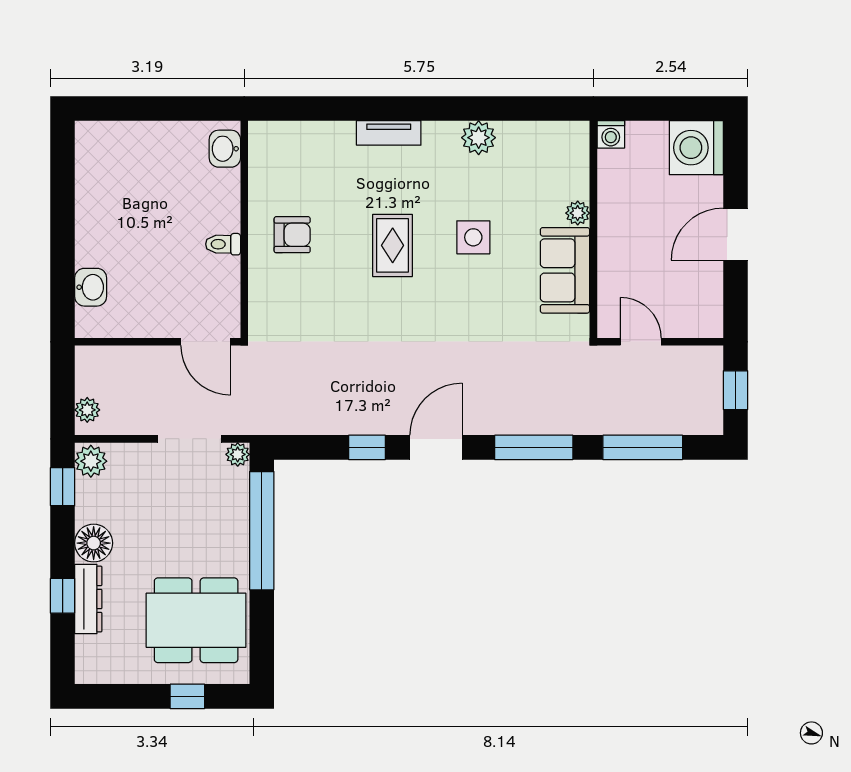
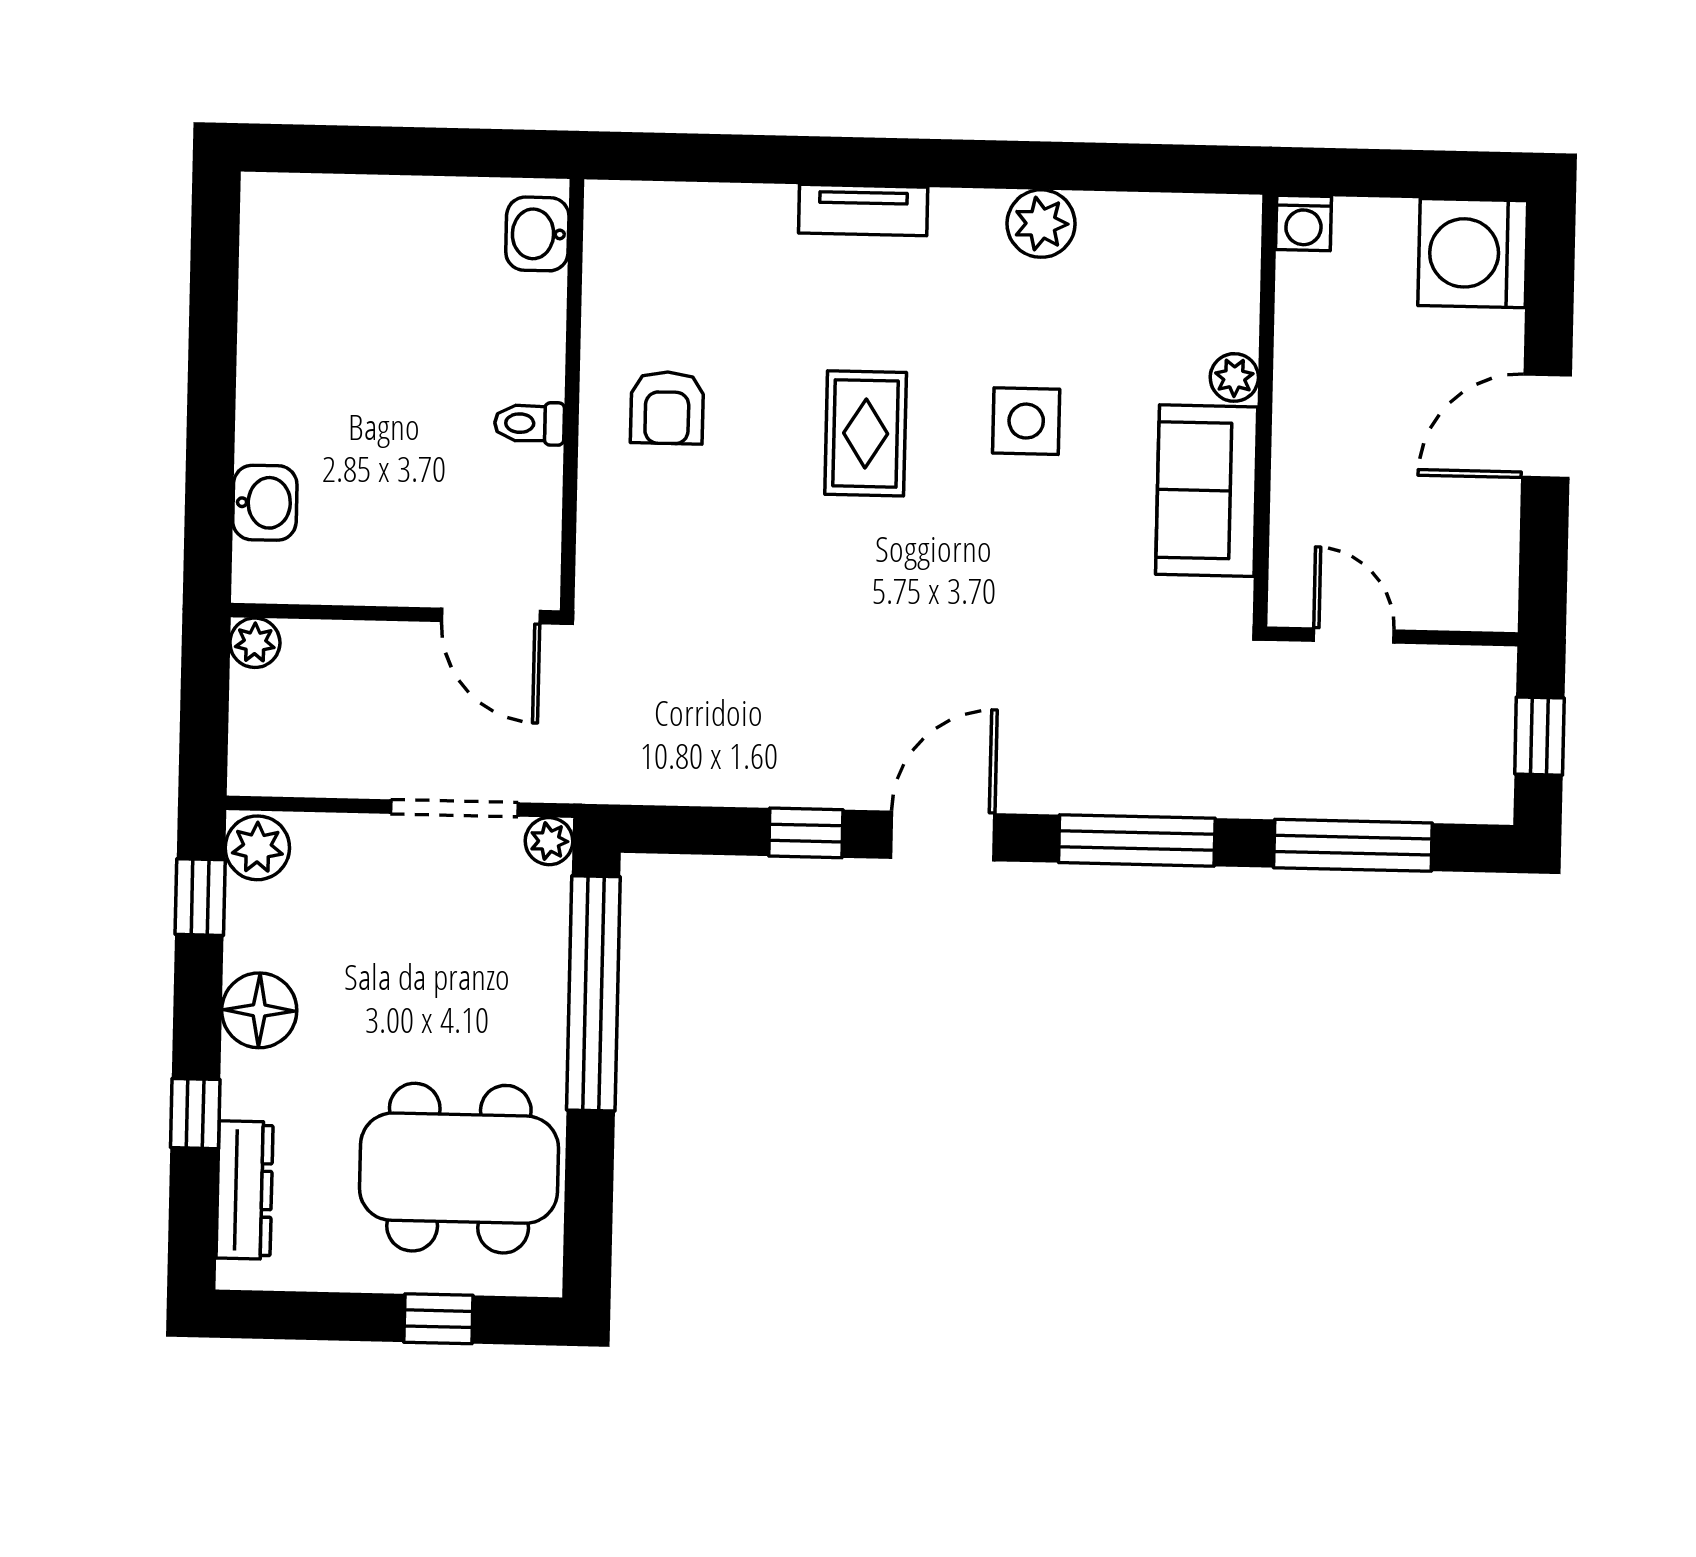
armchair: (292, 235) -> (667, 408), turned 90
plant: (87, 410) -> (255, 643), moved
dresser: (88, 599) -> (245, 1190), moved

